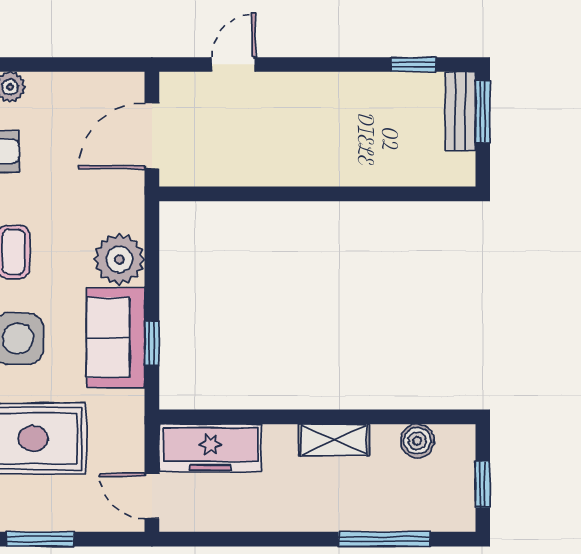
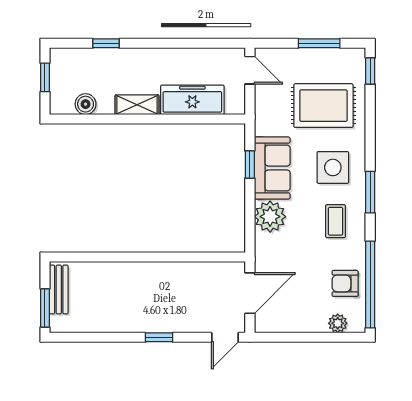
door: (233, 64) -> (225, 337), moved
window: (413, 64) -> (159, 337), moved
bench: (460, 111) -> (59, 289), moved
freezer: (210, 448) -> (192, 100), moved
window: (384, 539) -> (106, 43), width x0.46

